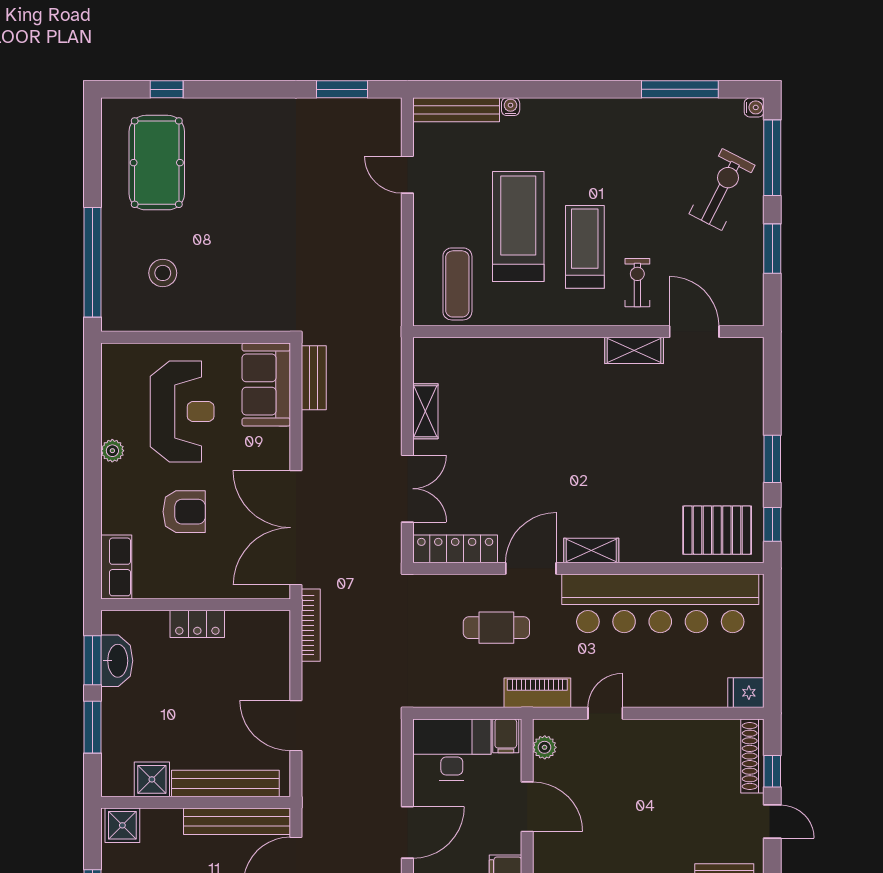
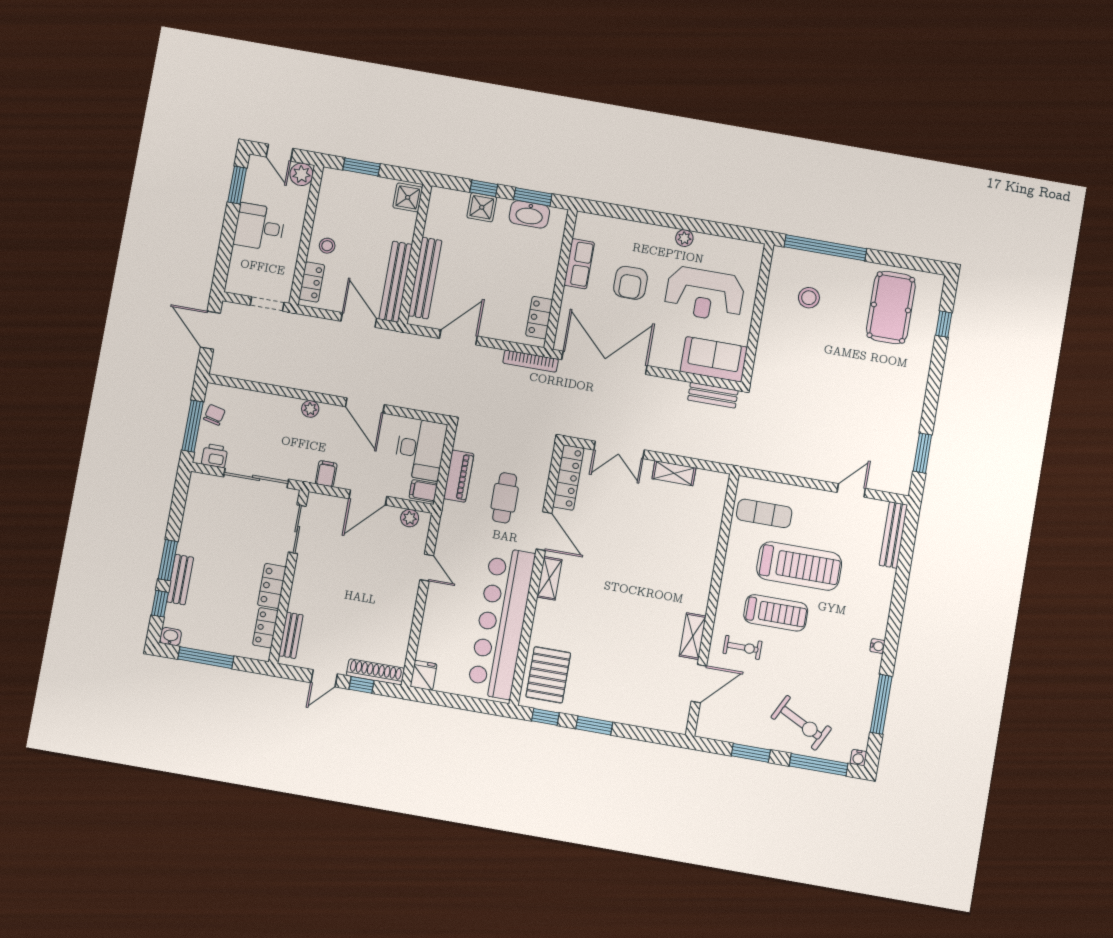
water cooler: (511, 107) -> (877, 646), moved
pool table: (157, 163) -> (891, 307), turned 90
row of seats: (116, 567) -> (579, 264), moved, turned -90
locker: (197, 624) -> (539, 318), moved
piano: (537, 693) -> (459, 476), moved
window: (93, 727) -> (484, 188), width x0.67
shower: (152, 779) -> (482, 207), moved

